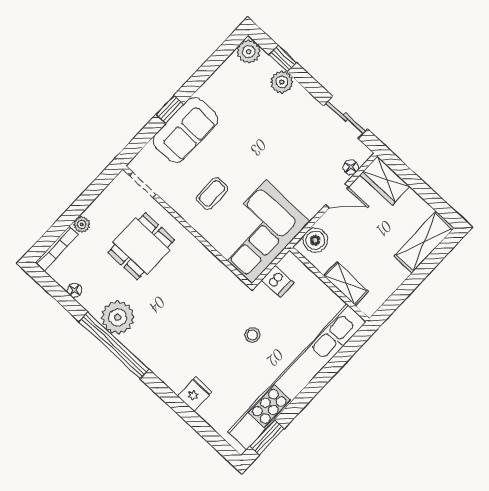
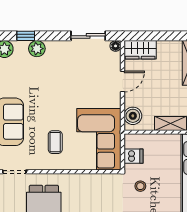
floor lamp: (351, 167) -> (116, 46), moved
stool: (252, 335) -> (140, 186), moved

